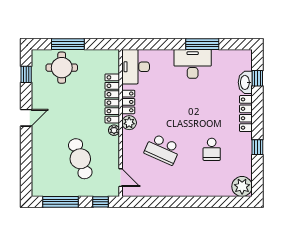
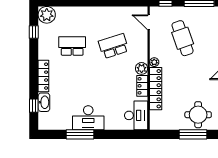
window: (257, 147) -> (34, 32), moved
school desk: (162, 149) -> (114, 46), turned -42
school desk: (212, 149) -> (72, 46), width x1.85

